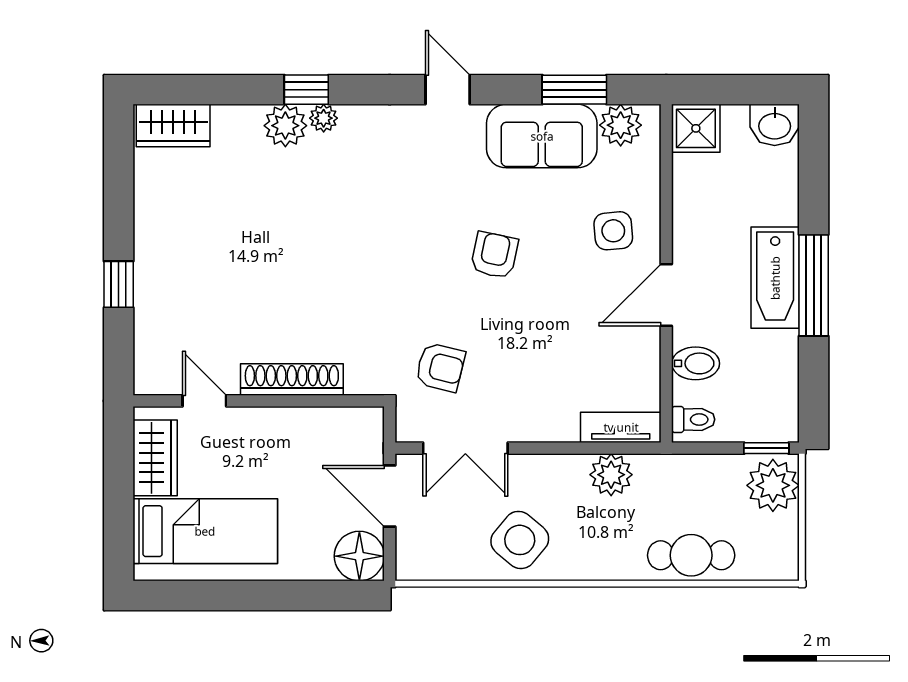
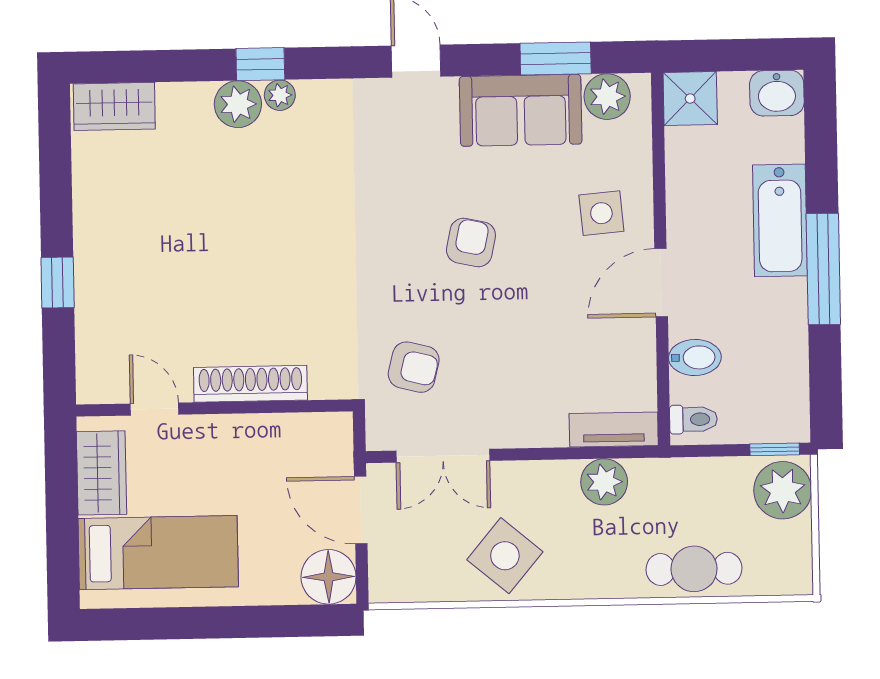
bathtub: (775, 278) -> (780, 220), moved

